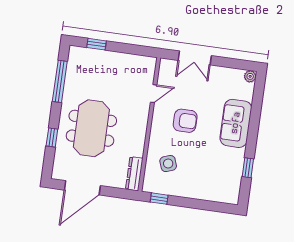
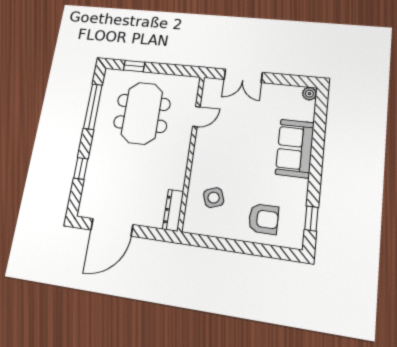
armchair: (185, 121) -> (263, 219), moved
meeting table: (91, 128) -> (142, 113), moved
window: (248, 168) -> (311, 218), moved
window: (159, 199) -> (203, 241), removed

